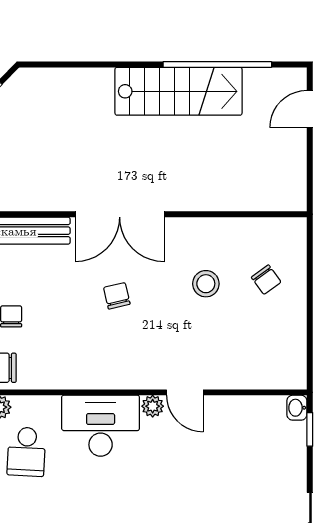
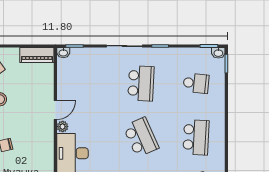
piano: (292, 356) -> (37, 55), added

